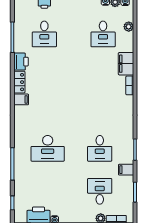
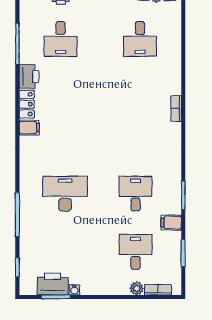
plant: (129, 27) -> (175, 29), removed
filing cabinet: (126, 64) -> (171, 79), removed
desk: (48, 148) -> (65, 194), turned 180
desk: (100, 148) -> (135, 194), turned 180

